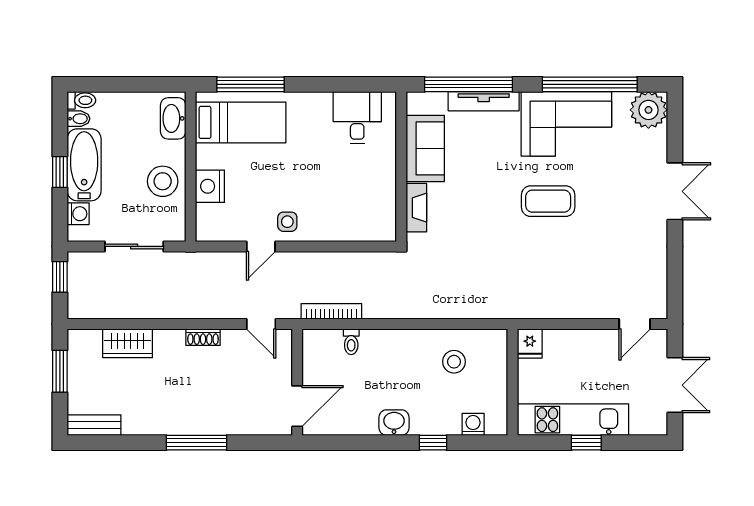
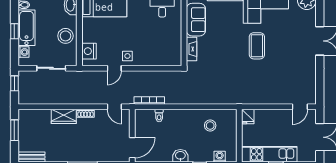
nightstand: (210, 186) -> (89, 51), moved
coffee table: (548, 201) -> (257, 46), turned 90
wardrobe: (128, 343) -> (64, 116), moved

